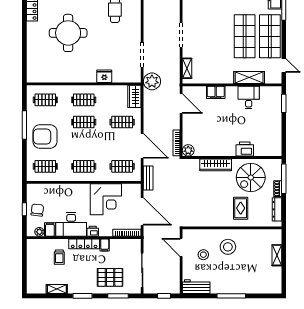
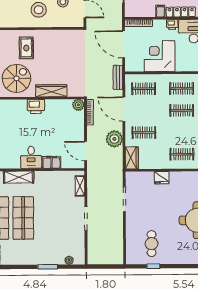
plant: (152, 81) -> (114, 139), moved
desk: (249, 98) -> (31, 157), moved
clothes rail: (84, 122) -> (182, 110), moved
printer: (245, 149) -> (36, 106), moved

